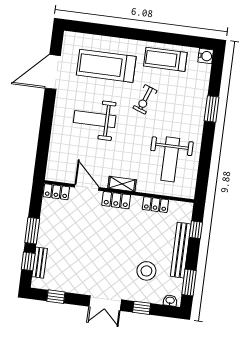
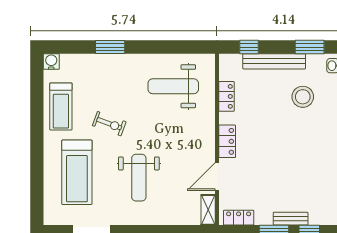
weight bench: (170, 159) -> (173, 86), turned 180
shelving: (122, 184) -> (208, 210), moved
locker: (56, 192) -> (239, 218), moved, turned -90
bench: (40, 263) -> (291, 219), moved

